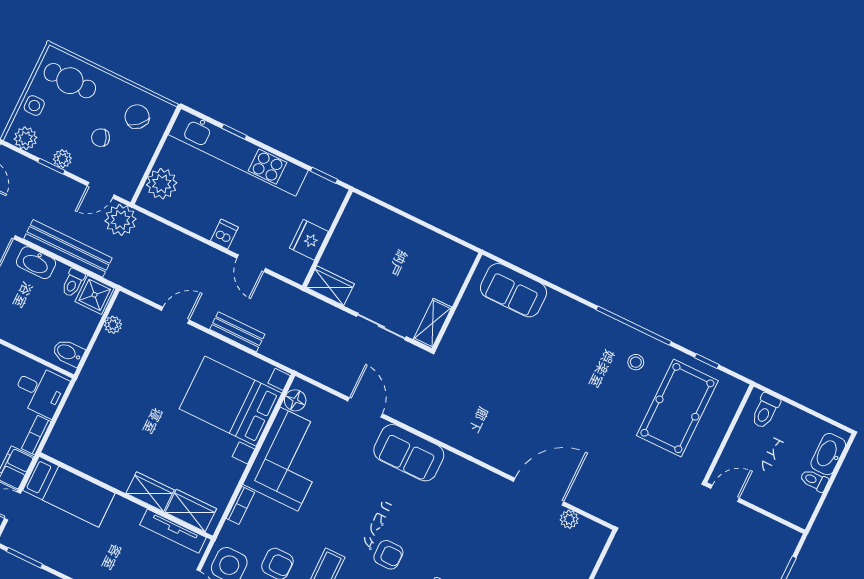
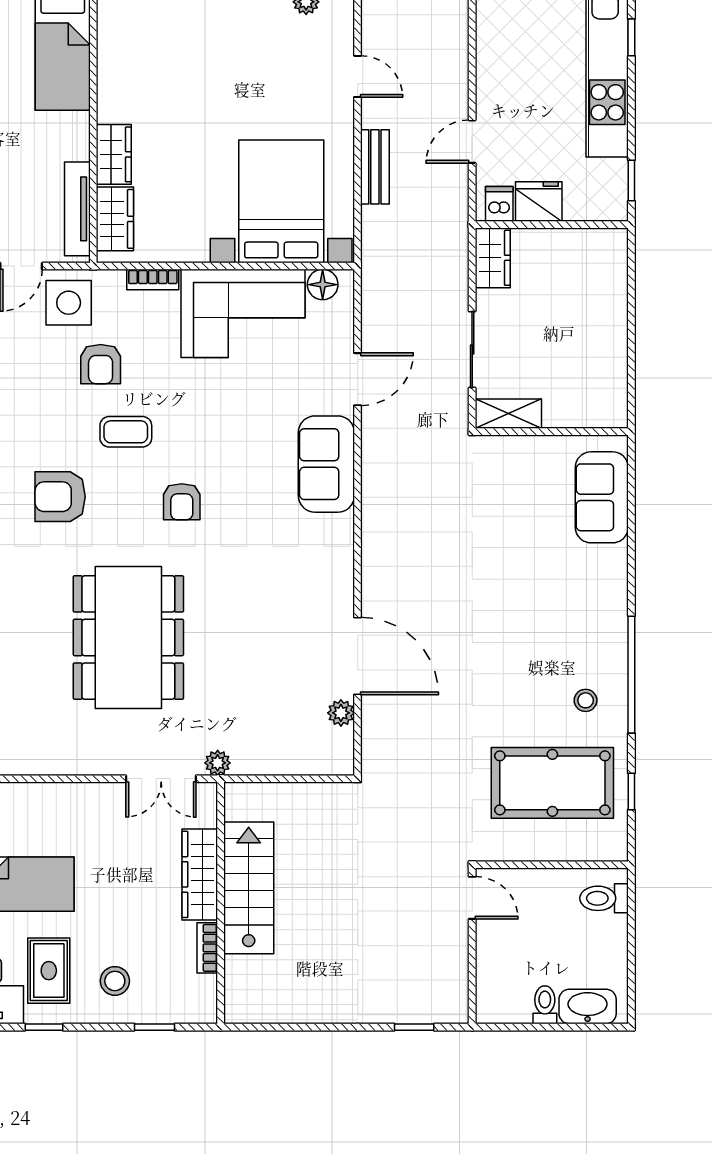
dishwasher: (224, 234) -> (499, 204), moved, turned -90

